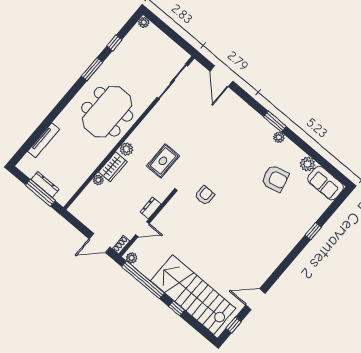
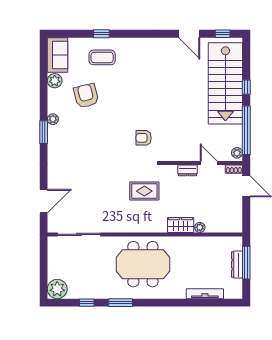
plant: (144, 22) -> (57, 289), width x1.88, depth x1.88
plant: (126, 149) -> (159, 226), removed
coffee table: (294, 216) -> (102, 57), added

